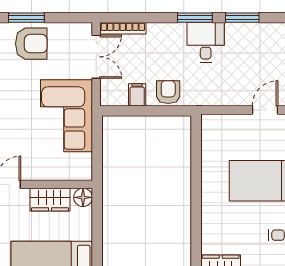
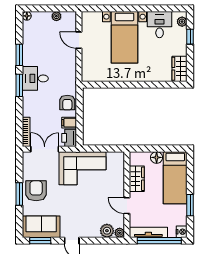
armchair: (168, 92) -> (67, 103), turned -90
printer: (114, 95) -> (69, 138), added
floor lamp: (83, 197) -> (157, 157), moved

